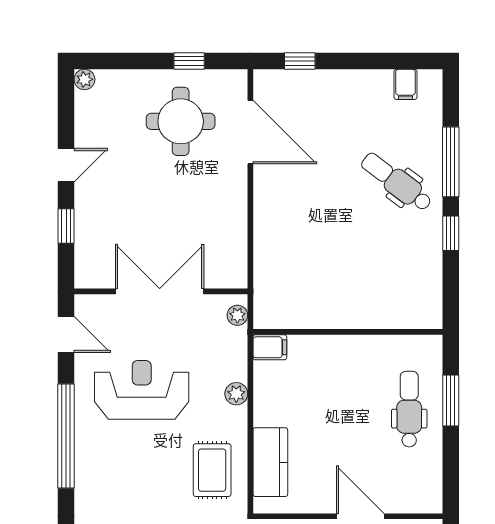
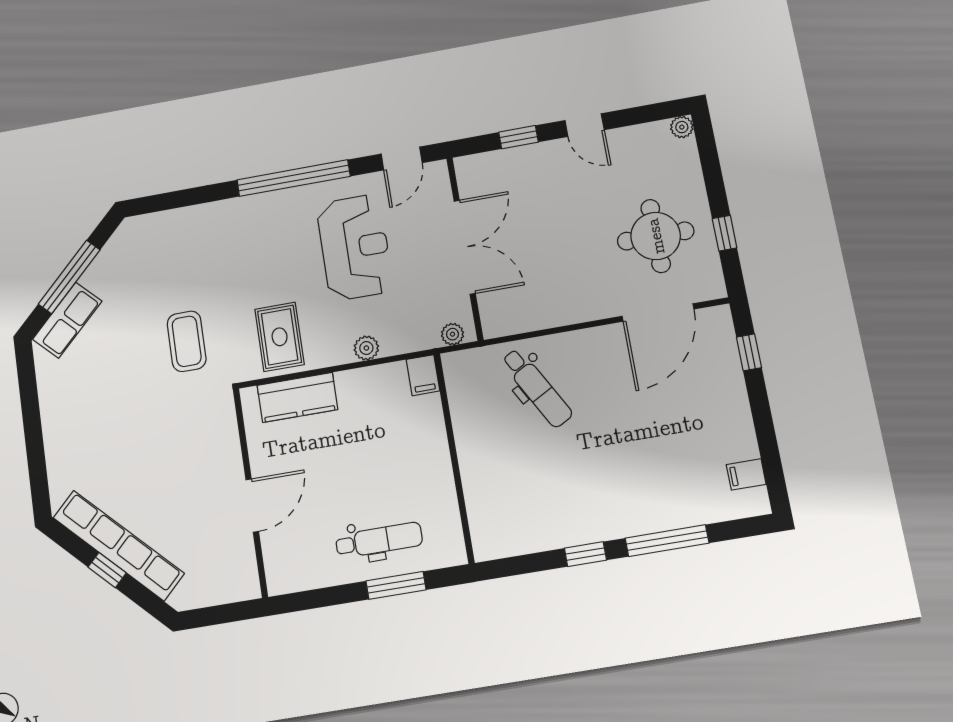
dental chair: (397, 182) -> (537, 388), moved, turned 114
rug: (212, 470) -> (280, 337), turned 90

